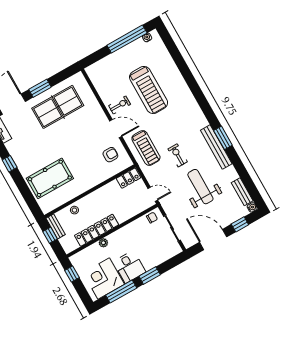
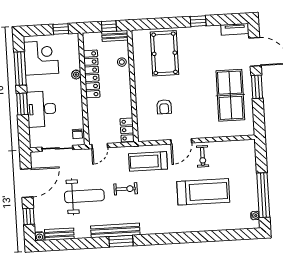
treadmill: (149, 90) -> (203, 192), turned 180
armchair: (110, 155) -> (164, 107), moved
desk: (129, 267) -> (41, 109), moved, width x1.37

